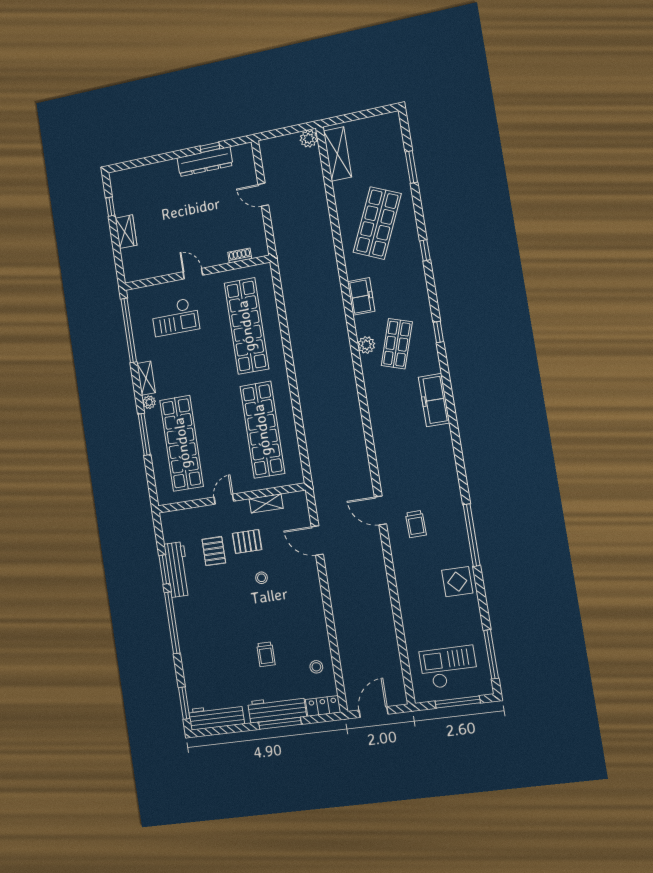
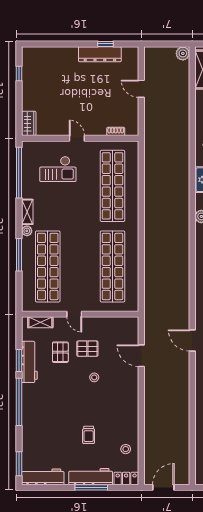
wardrobe: (126, 232) -> (29, 123), moved
door: (224, 499) -> (74, 314), swing flipped
shelving: (266, 503) -> (40, 322), moved

